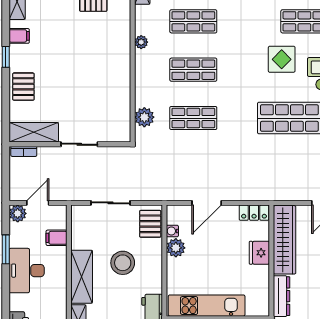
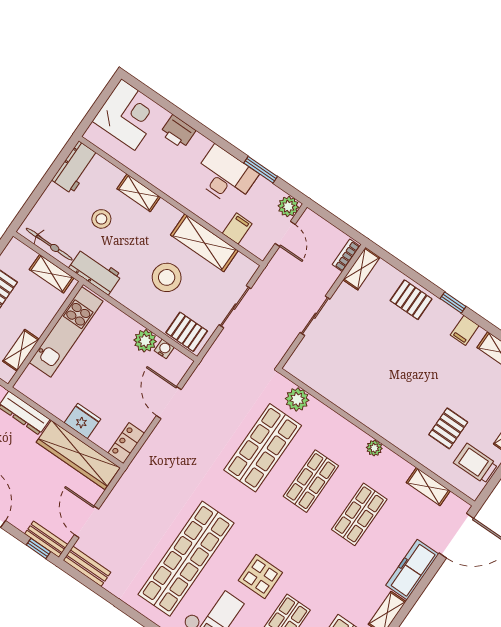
shop shelf: (193, 118) -> (263, 448), width x1.43, depth x1.36
shelving: (34, 132) -> (361, 269), width x0.67, depth x0.75
shelving: (82, 277) -> (204, 243), moved

